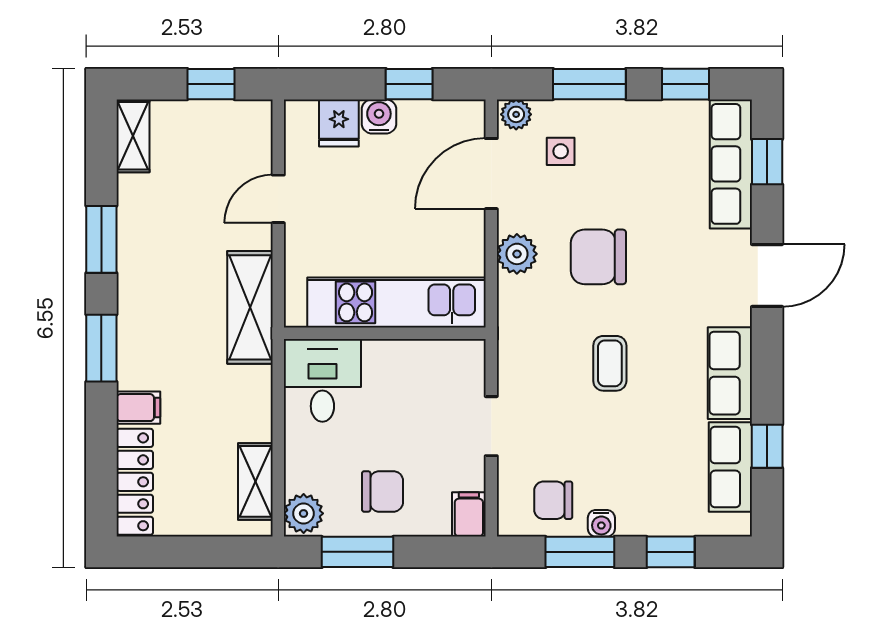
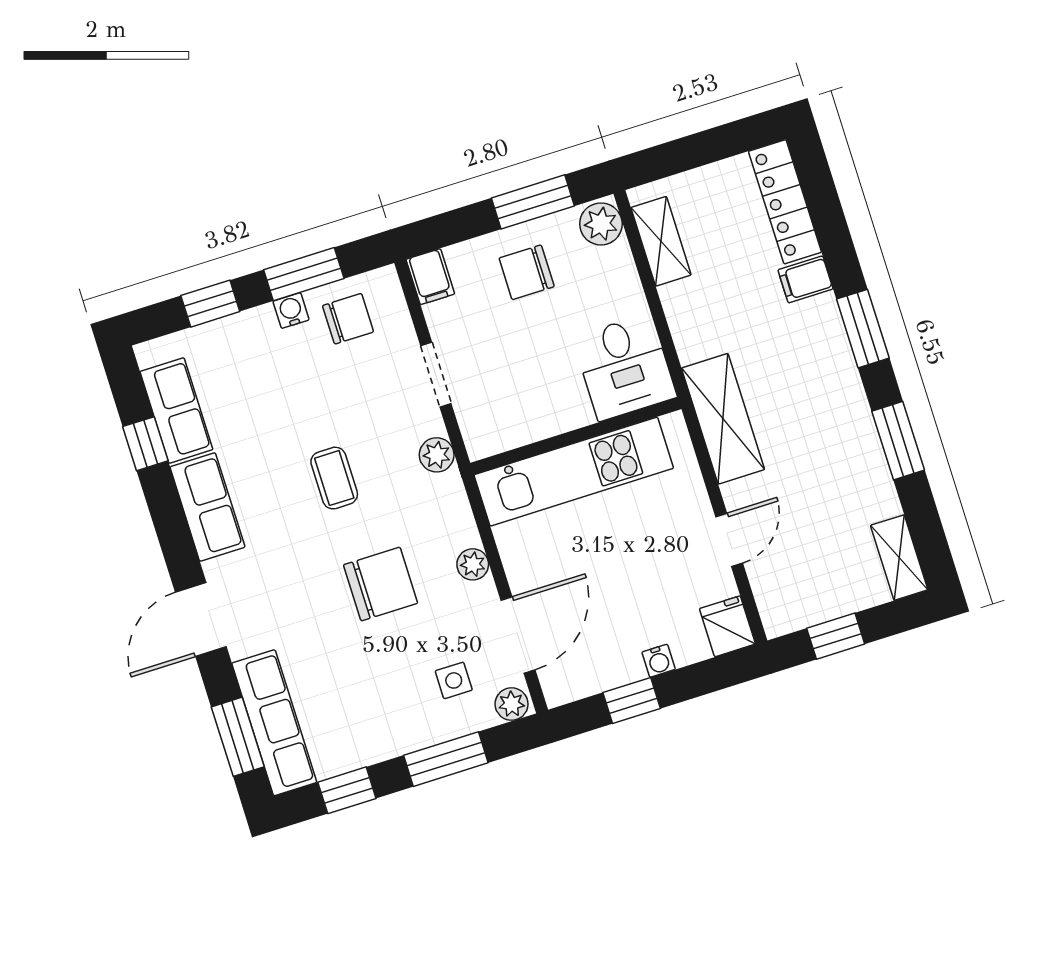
water cooler: (379, 116) -> (659, 661), width x0.72, depth x0.72
fridge: (339, 123) -> (727, 626), moved
window: (767, 162) -> (238, 737), width x1.50
plant: (517, 254) -> (473, 564), width x0.73, depth x0.73
plant: (513, 355) -> (437, 455), added

